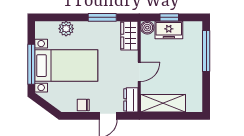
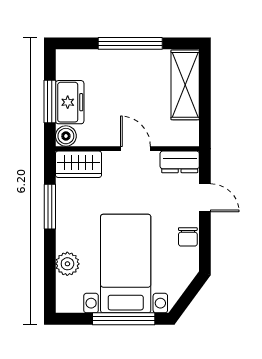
window: (169, 17) -> (50, 102), width x1.50
window: (206, 51) -> (130, 43), moved
shelving: (163, 103) -> (185, 85), moved

